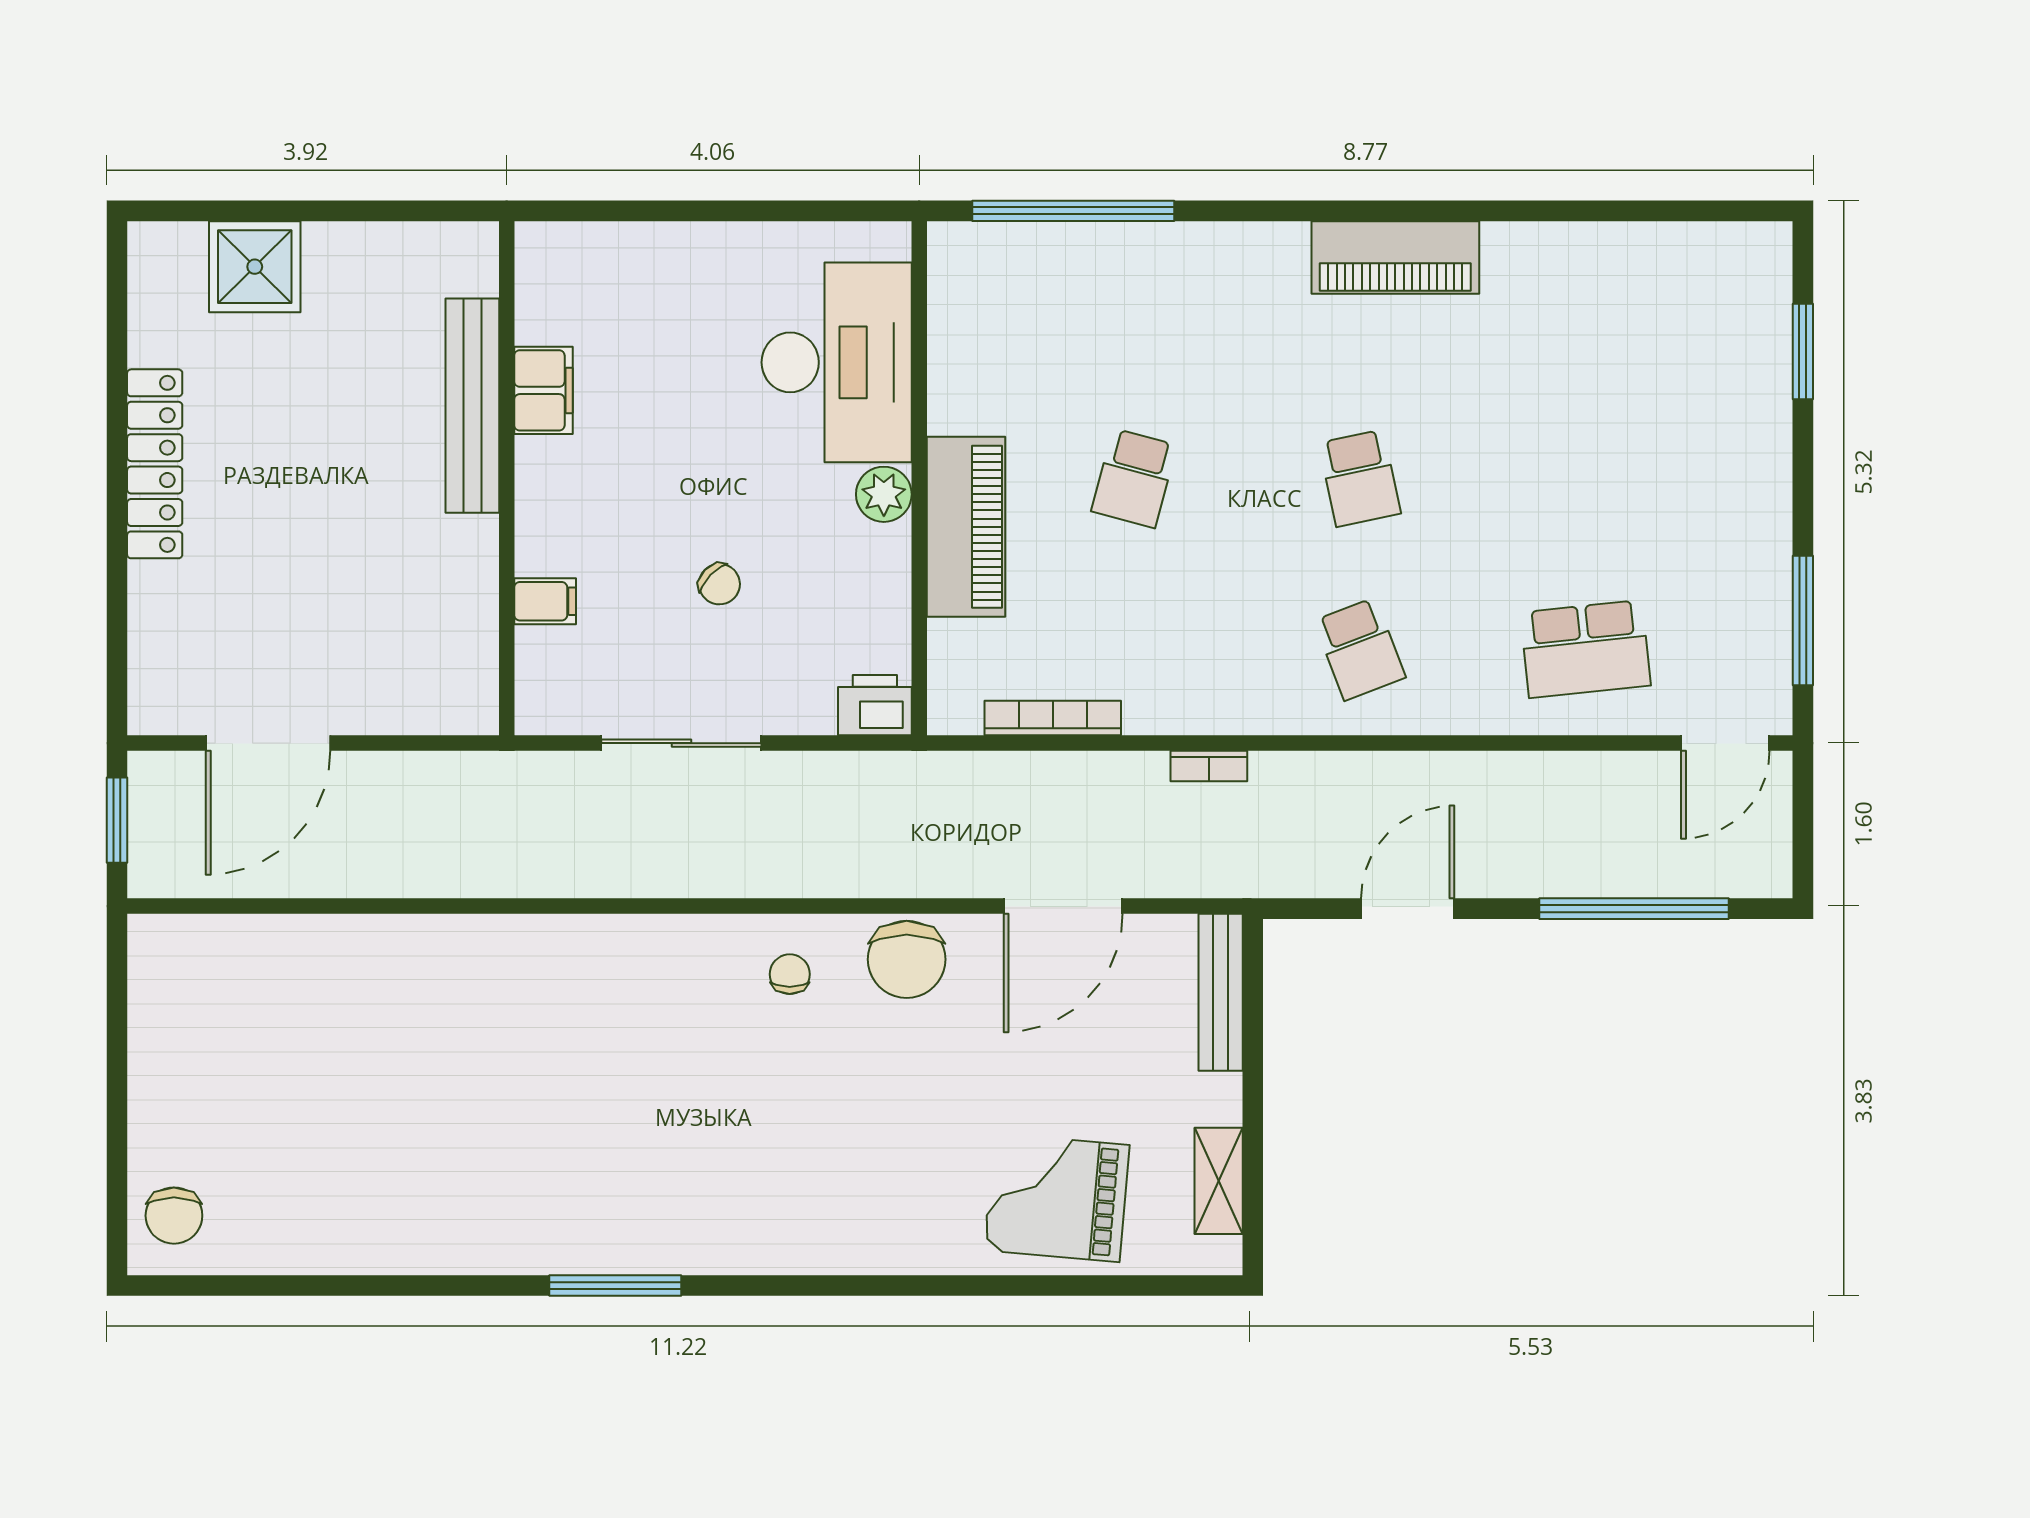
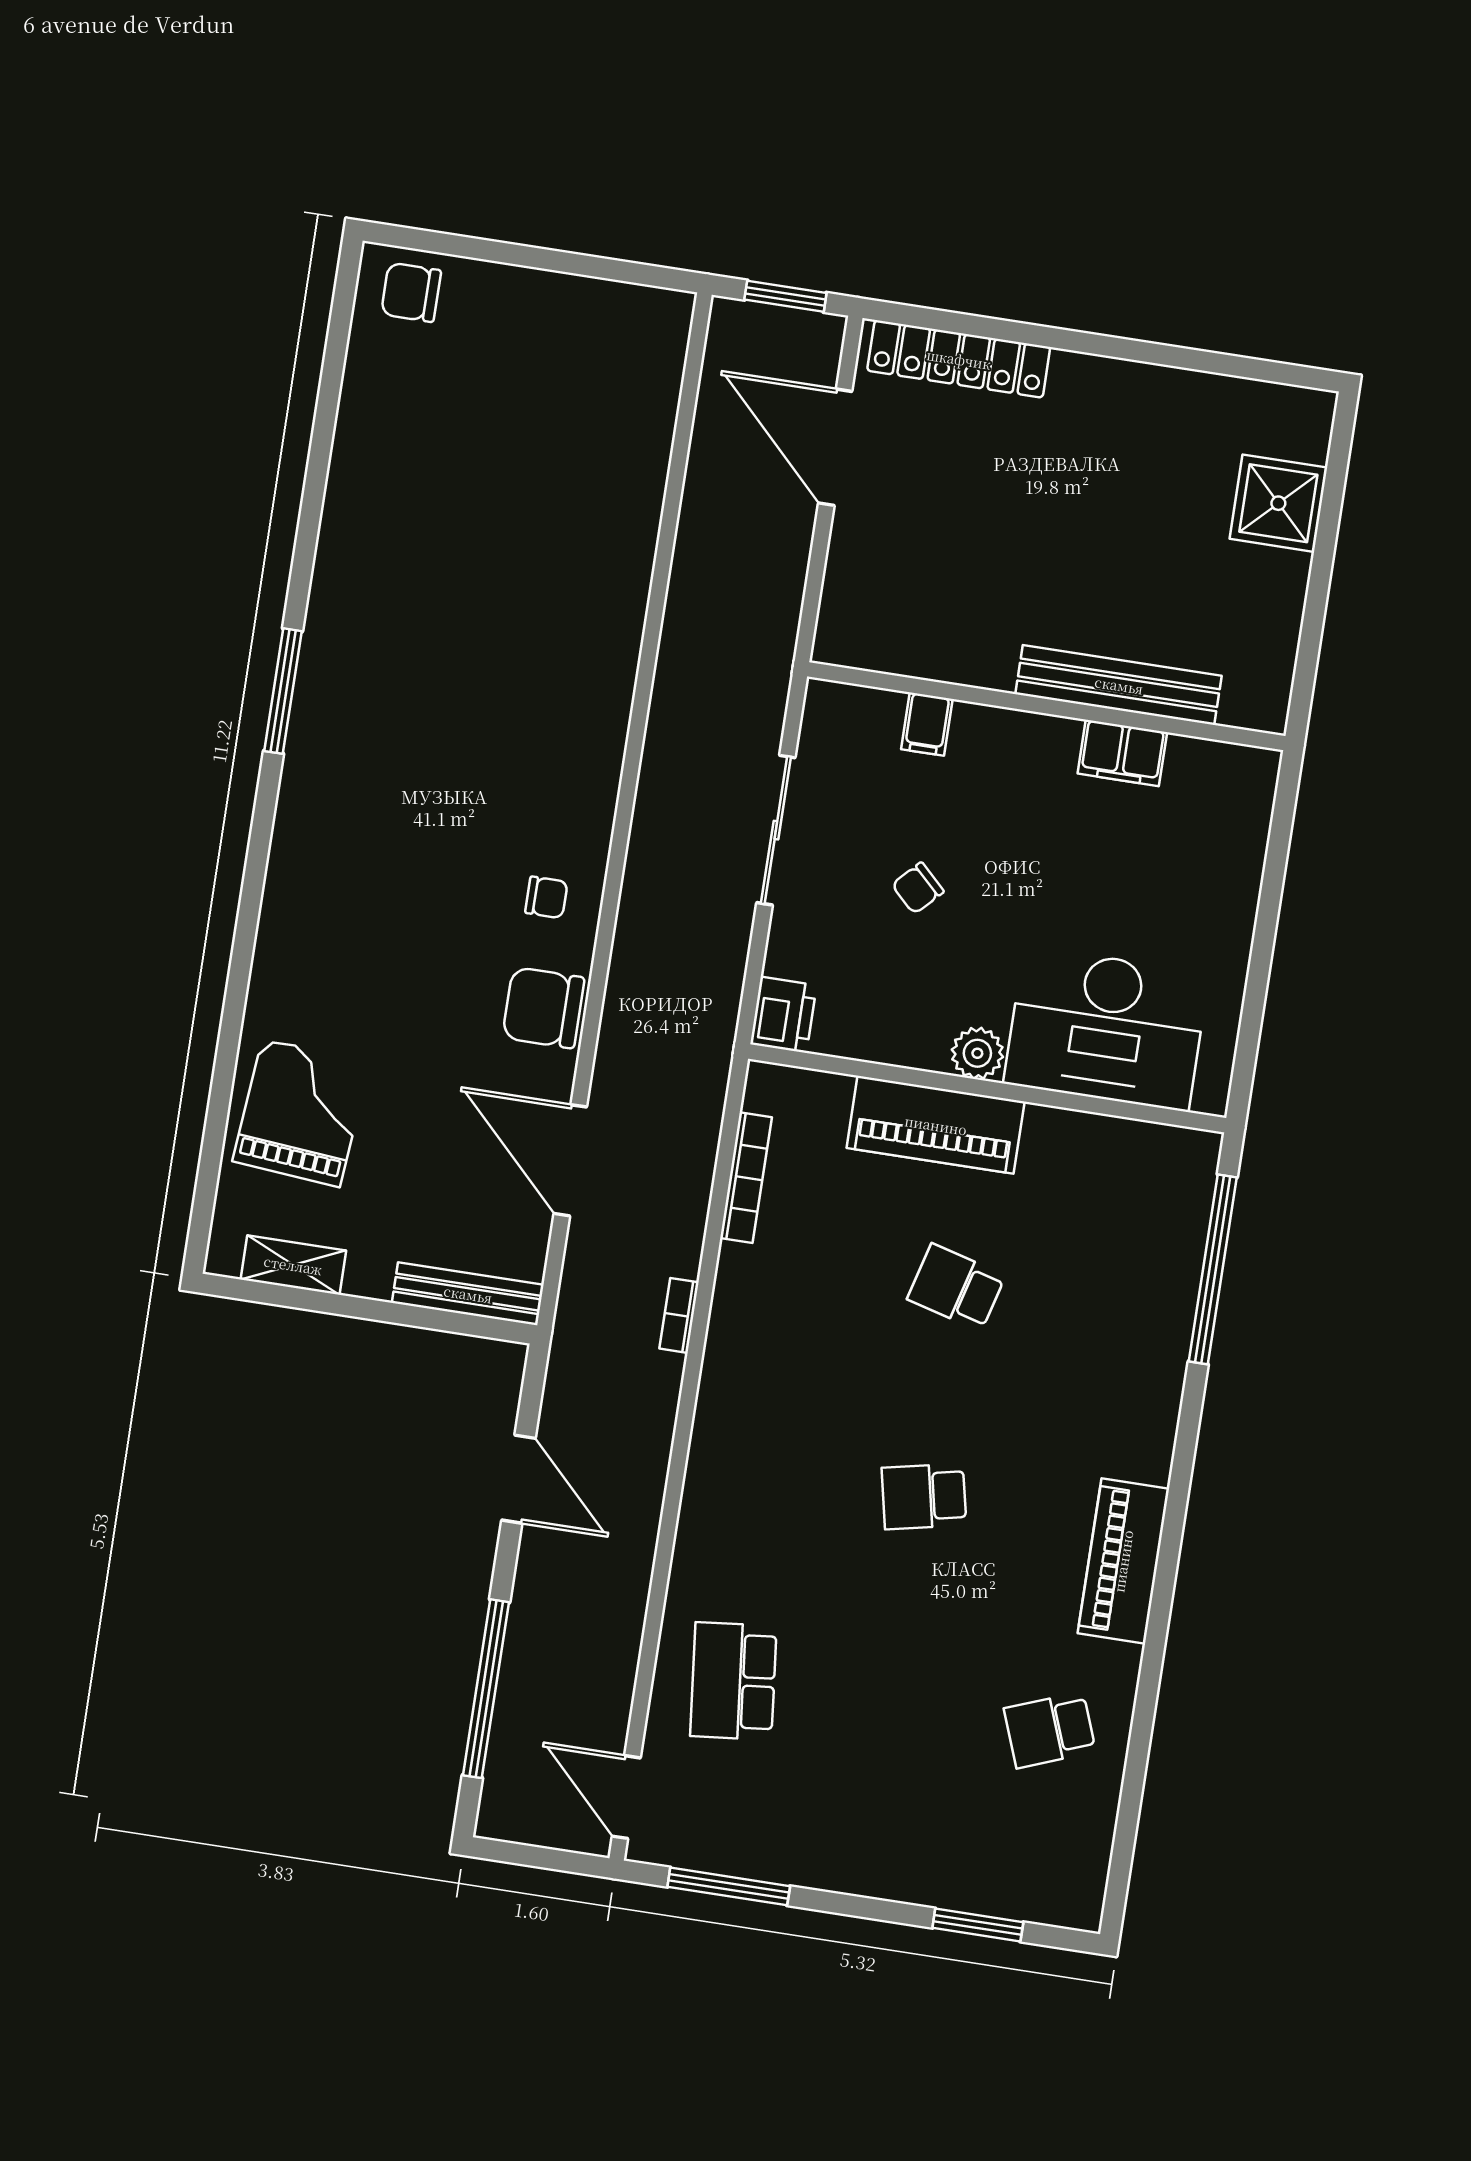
locker: (155, 464) -> (959, 359), moved
school desk: (1360, 649) -> (1050, 1730), moved

